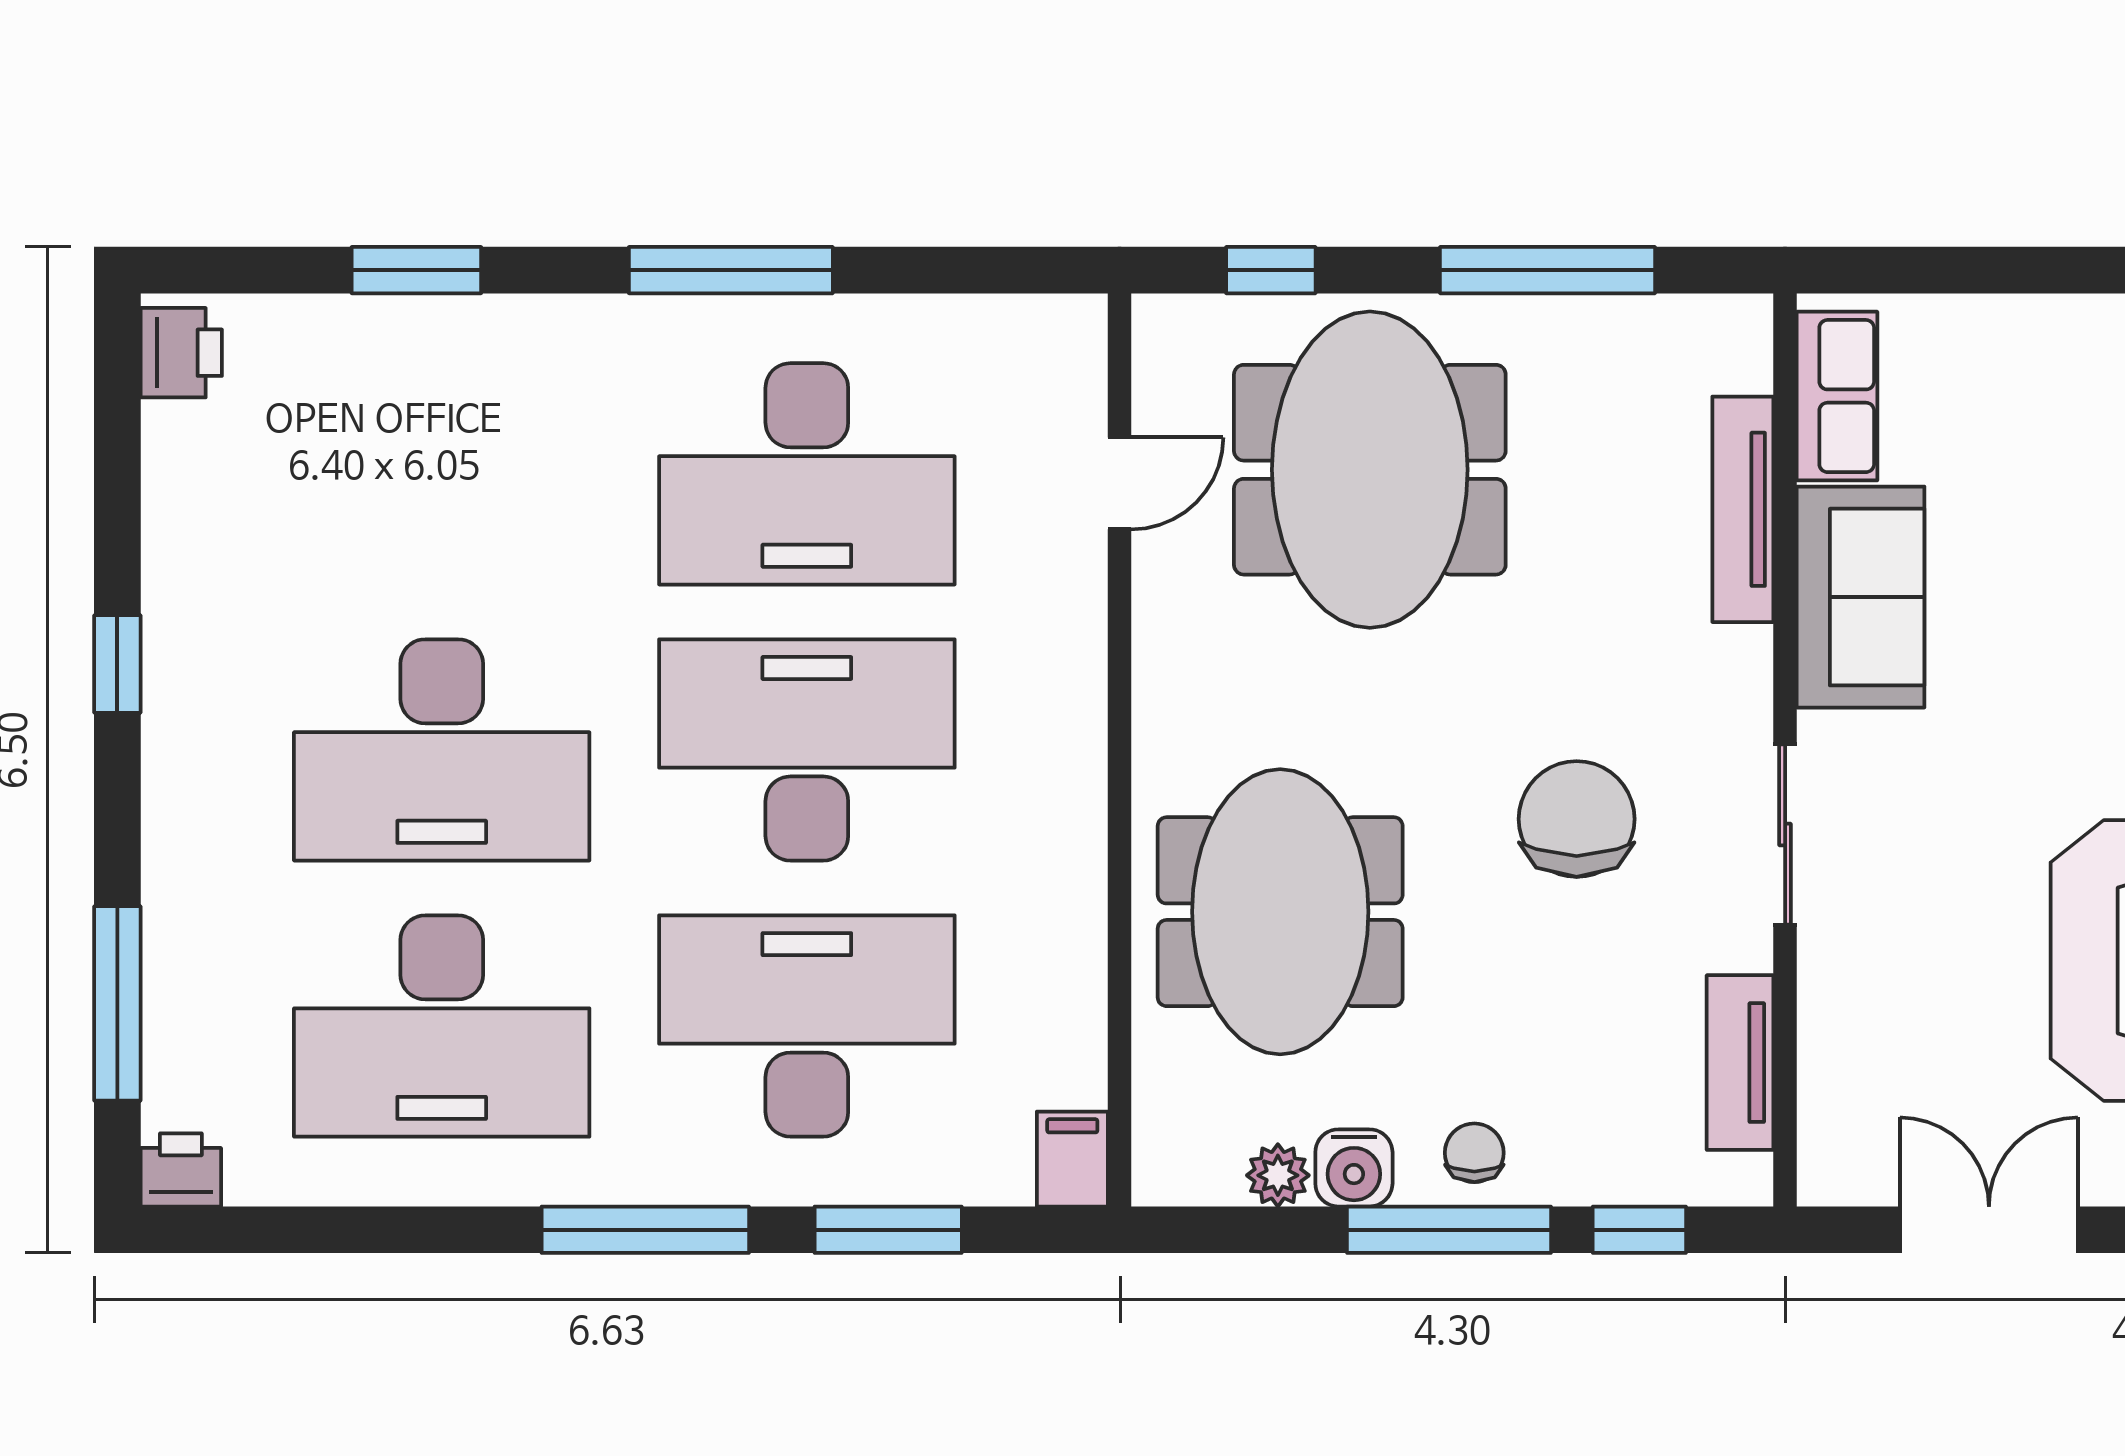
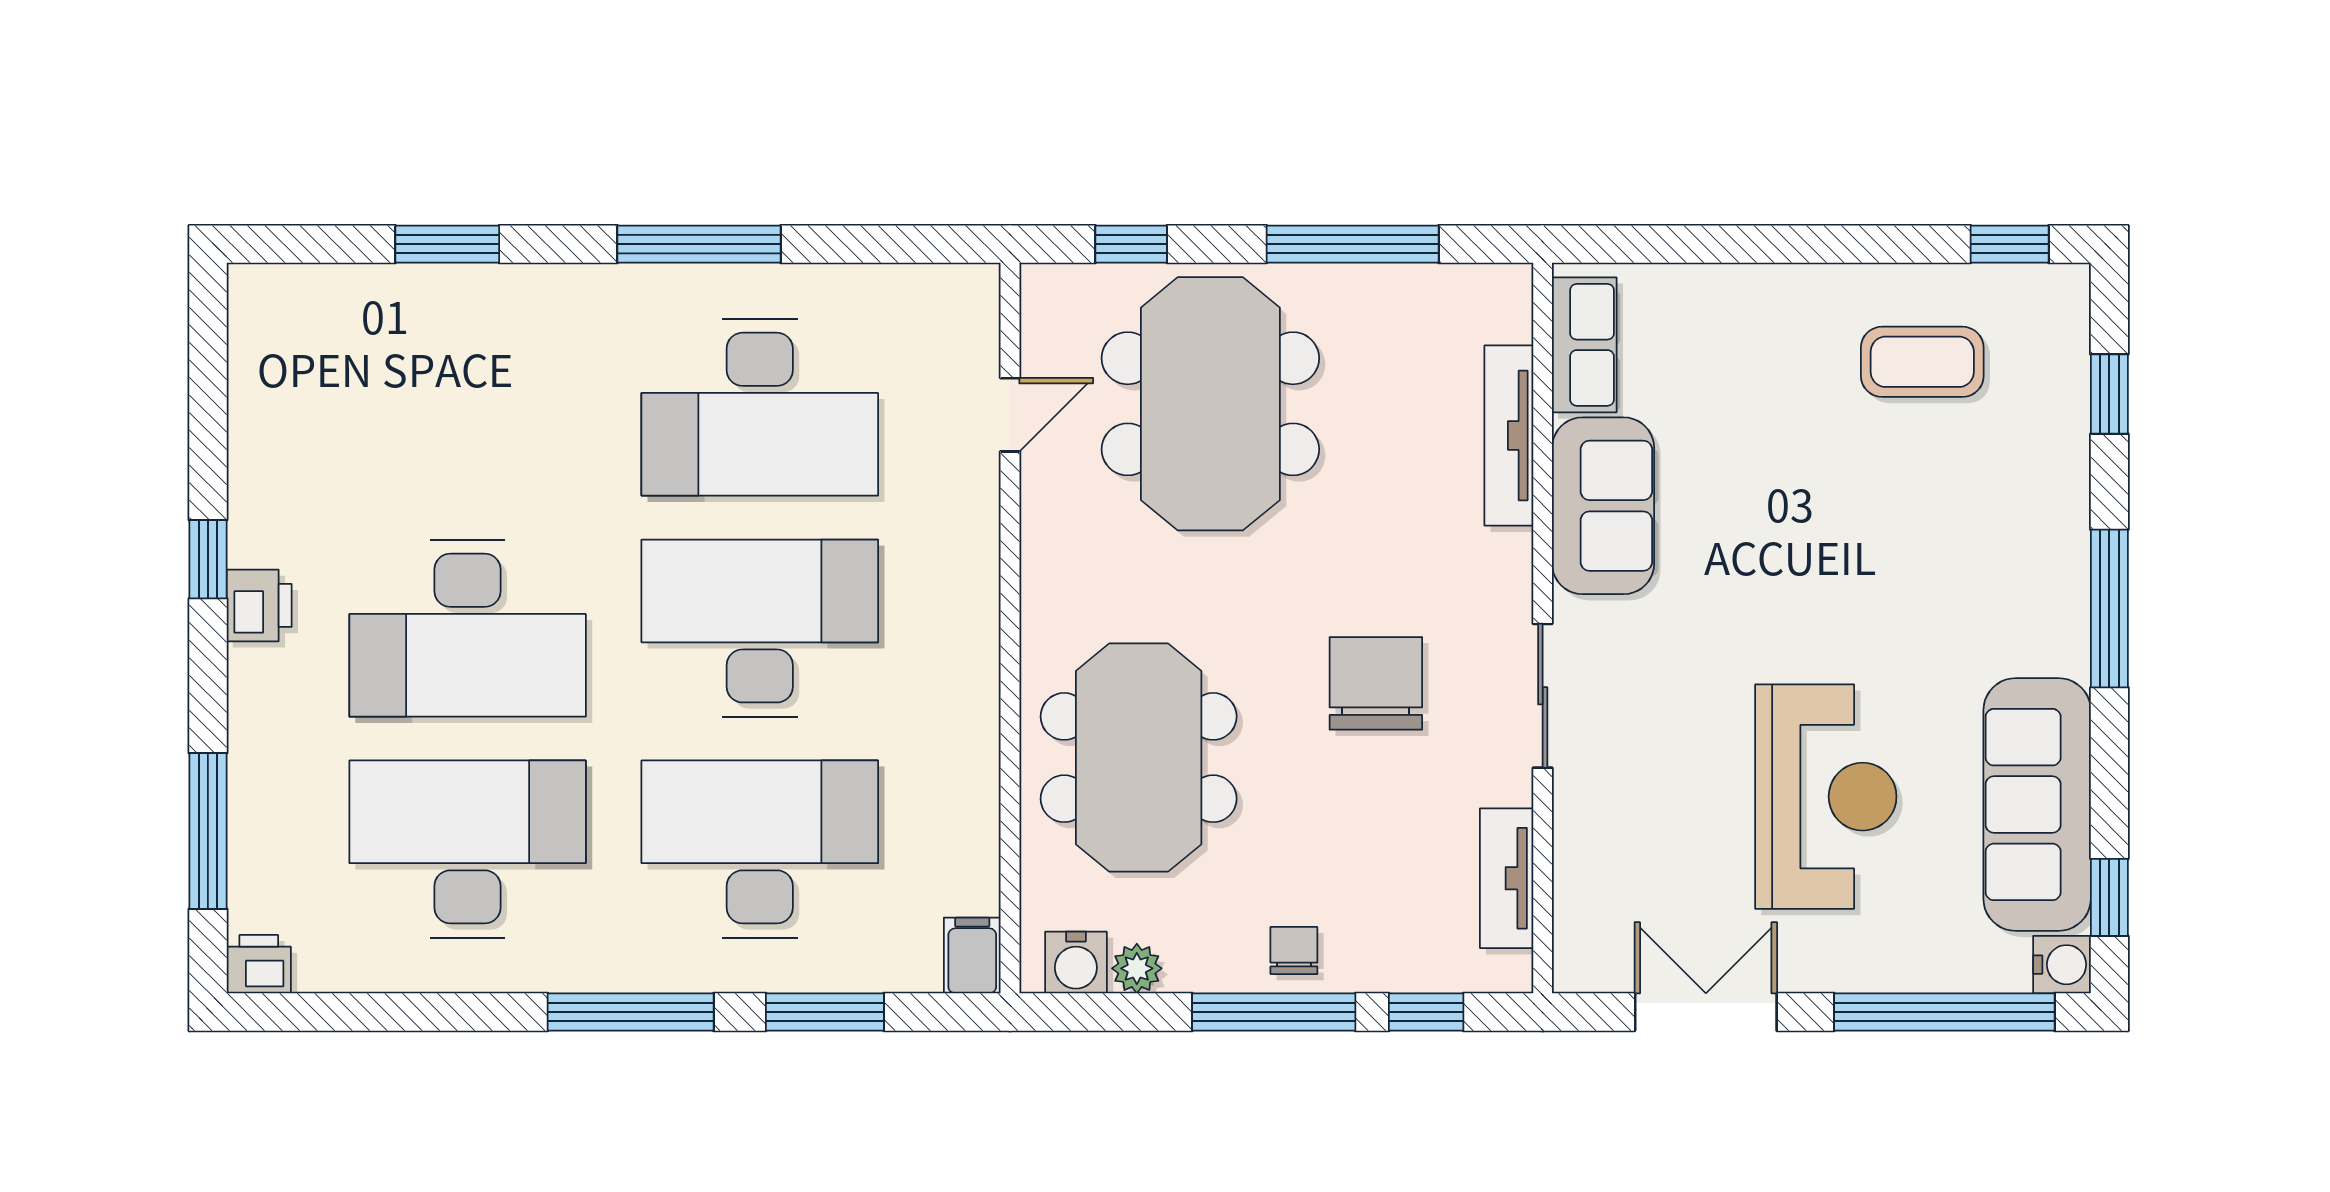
printer: (181, 353) -> (259, 605), moved
desk: (442, 1026) -> (468, 849), turned 180
water cooler: (1354, 1168) -> (1076, 963), moved

